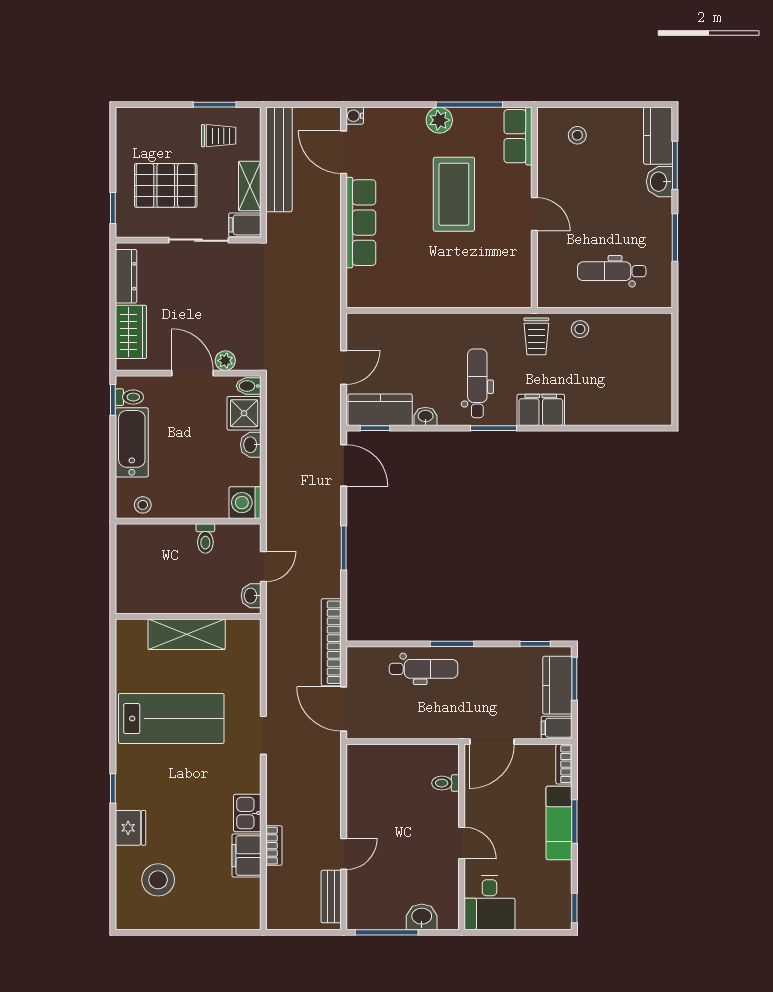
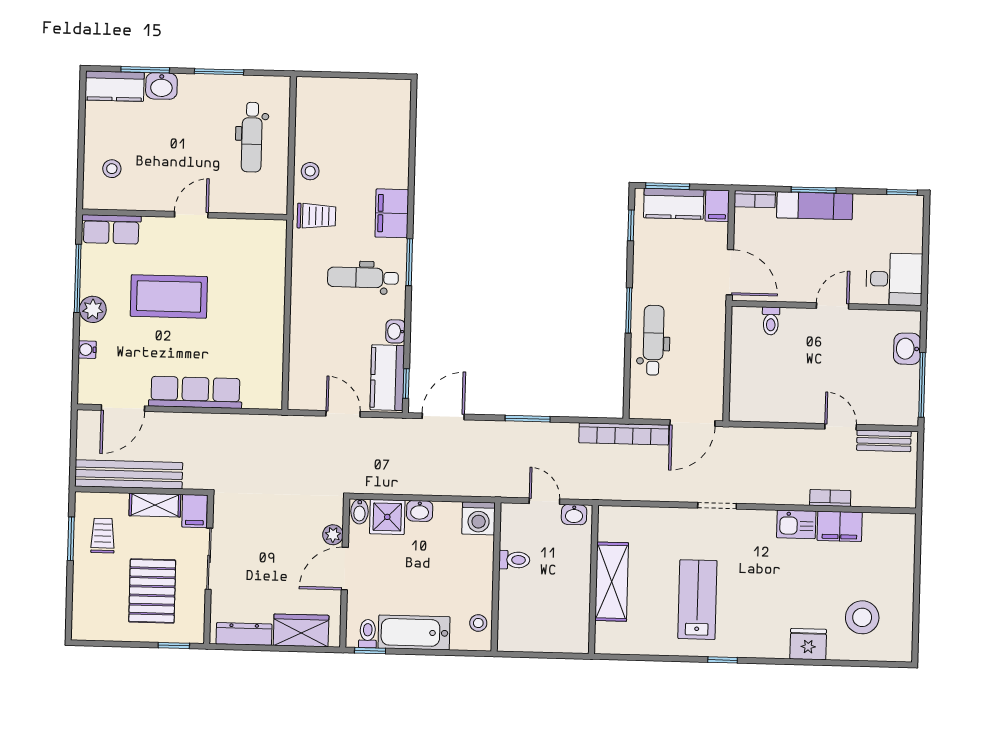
water cooler: (355, 116) -> (87, 350), moved, turned 90
lab bench: (171, 718) -> (697, 600), width x0.73, depth x0.72
window: (113, 788) -> (723, 660), moved

